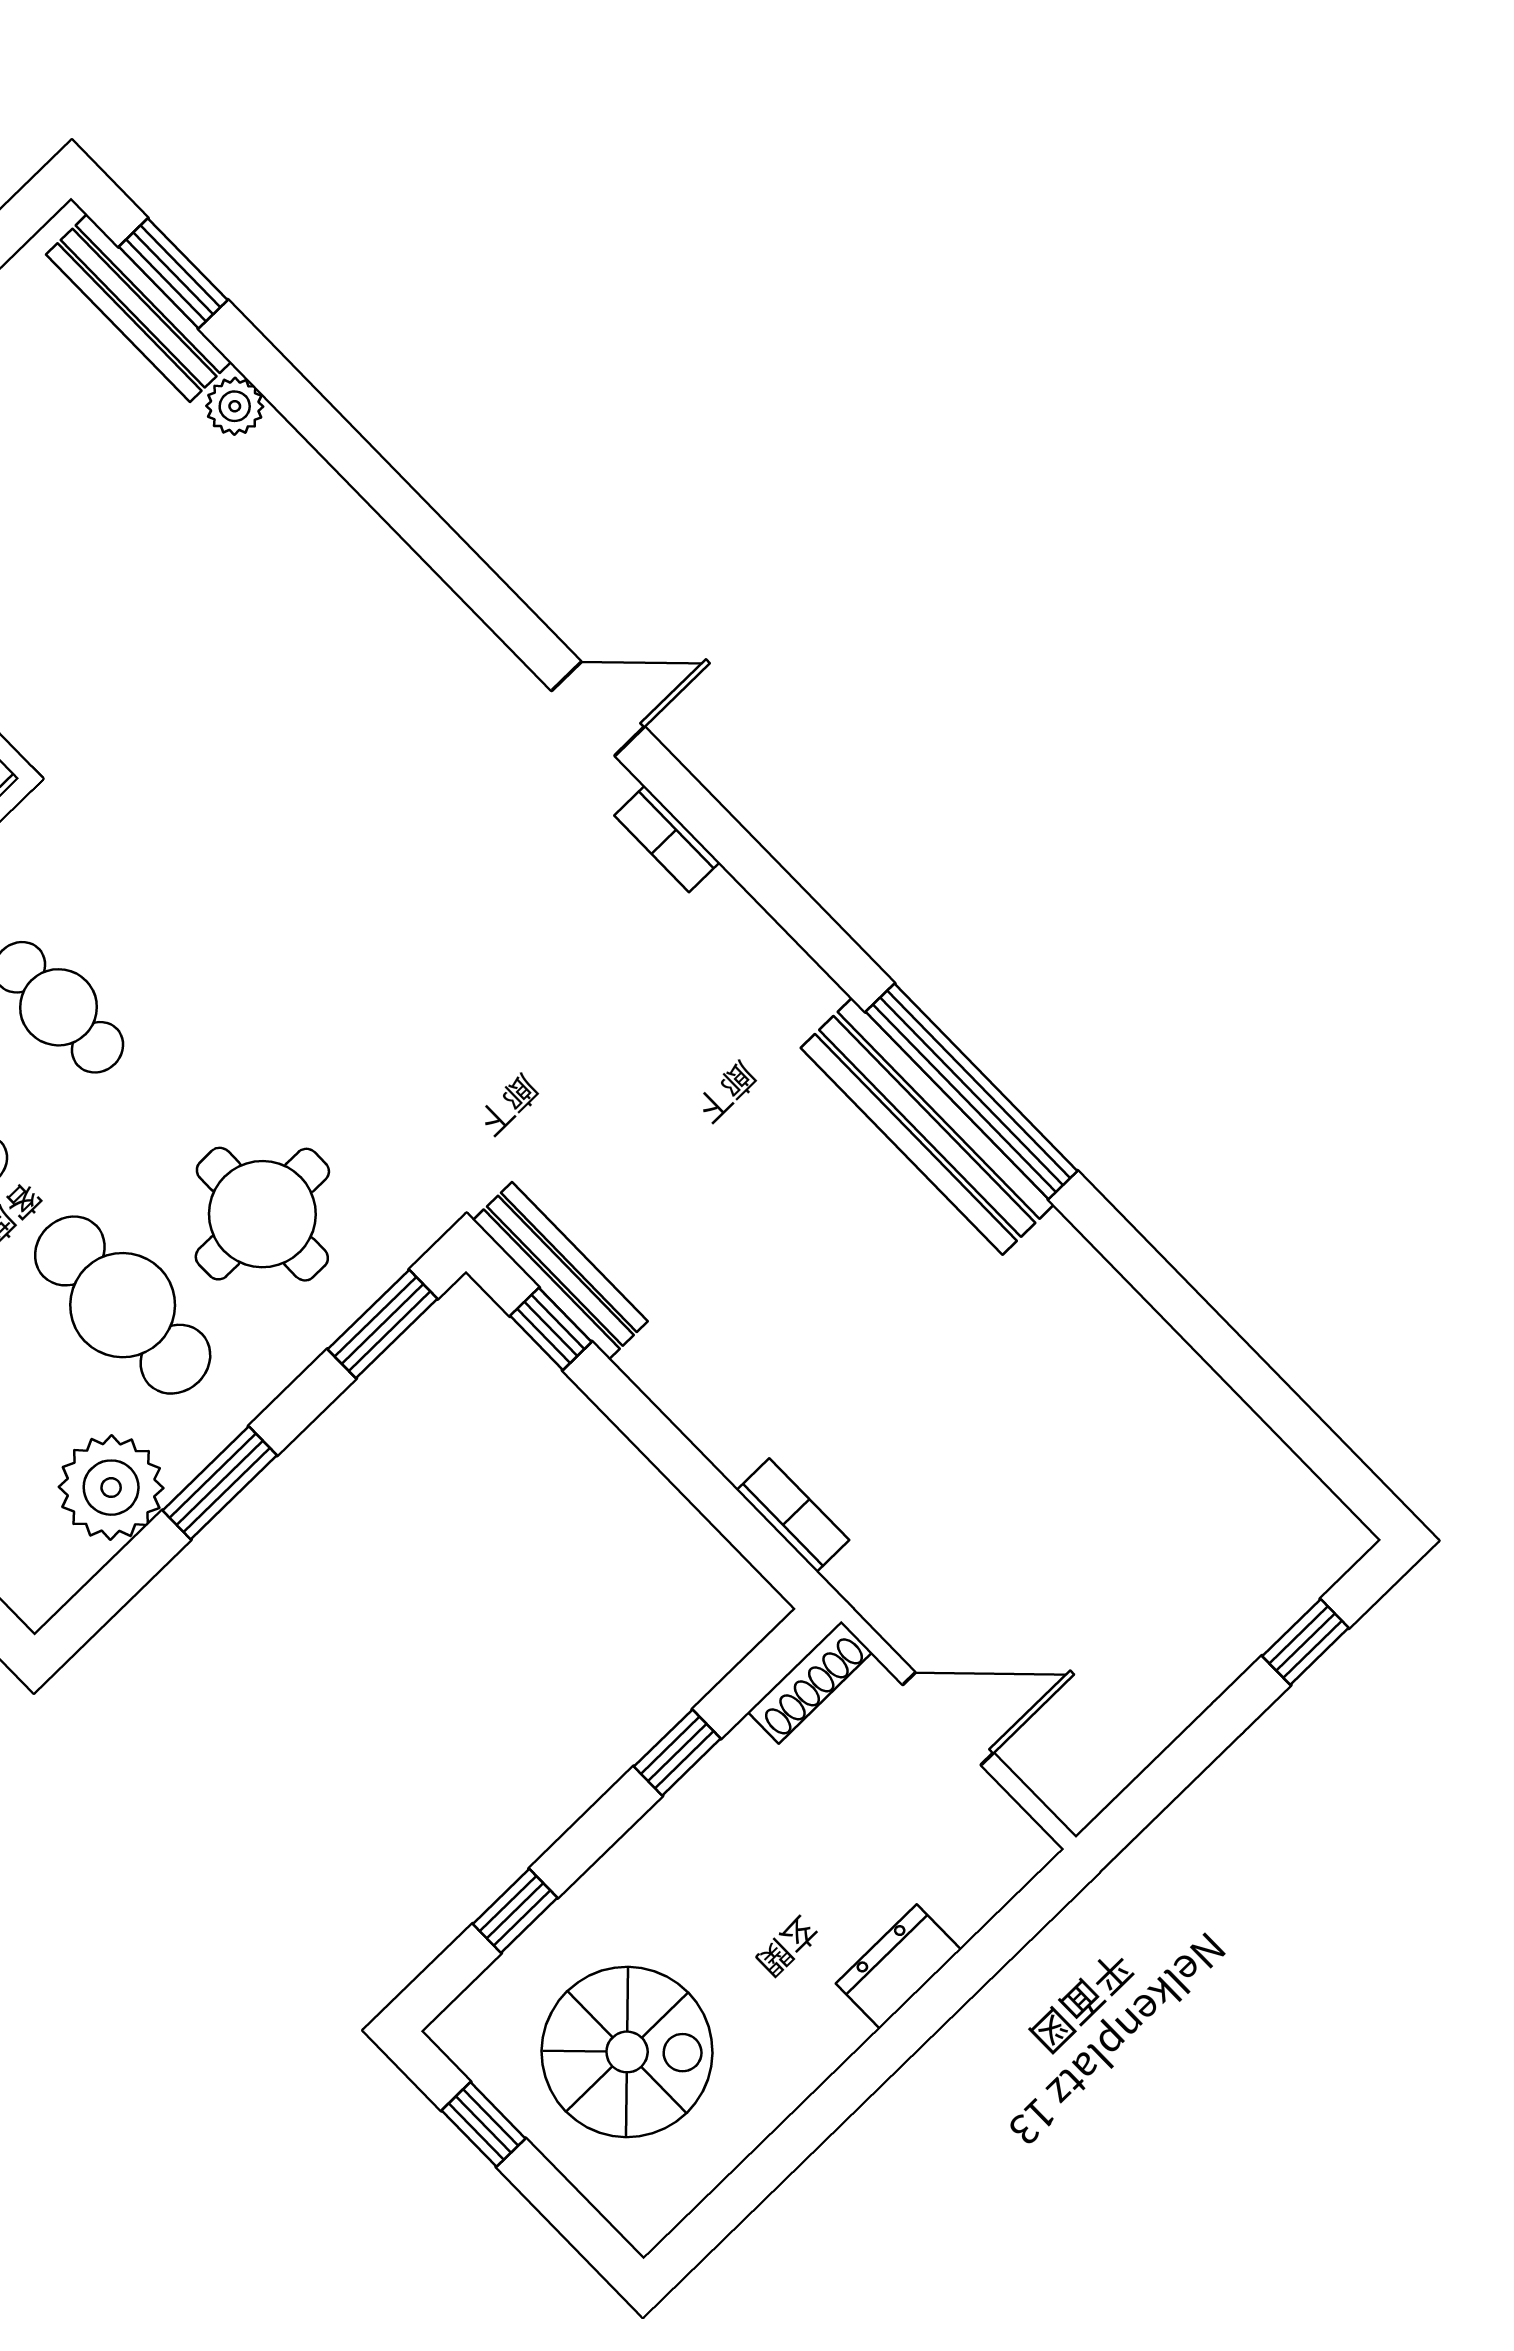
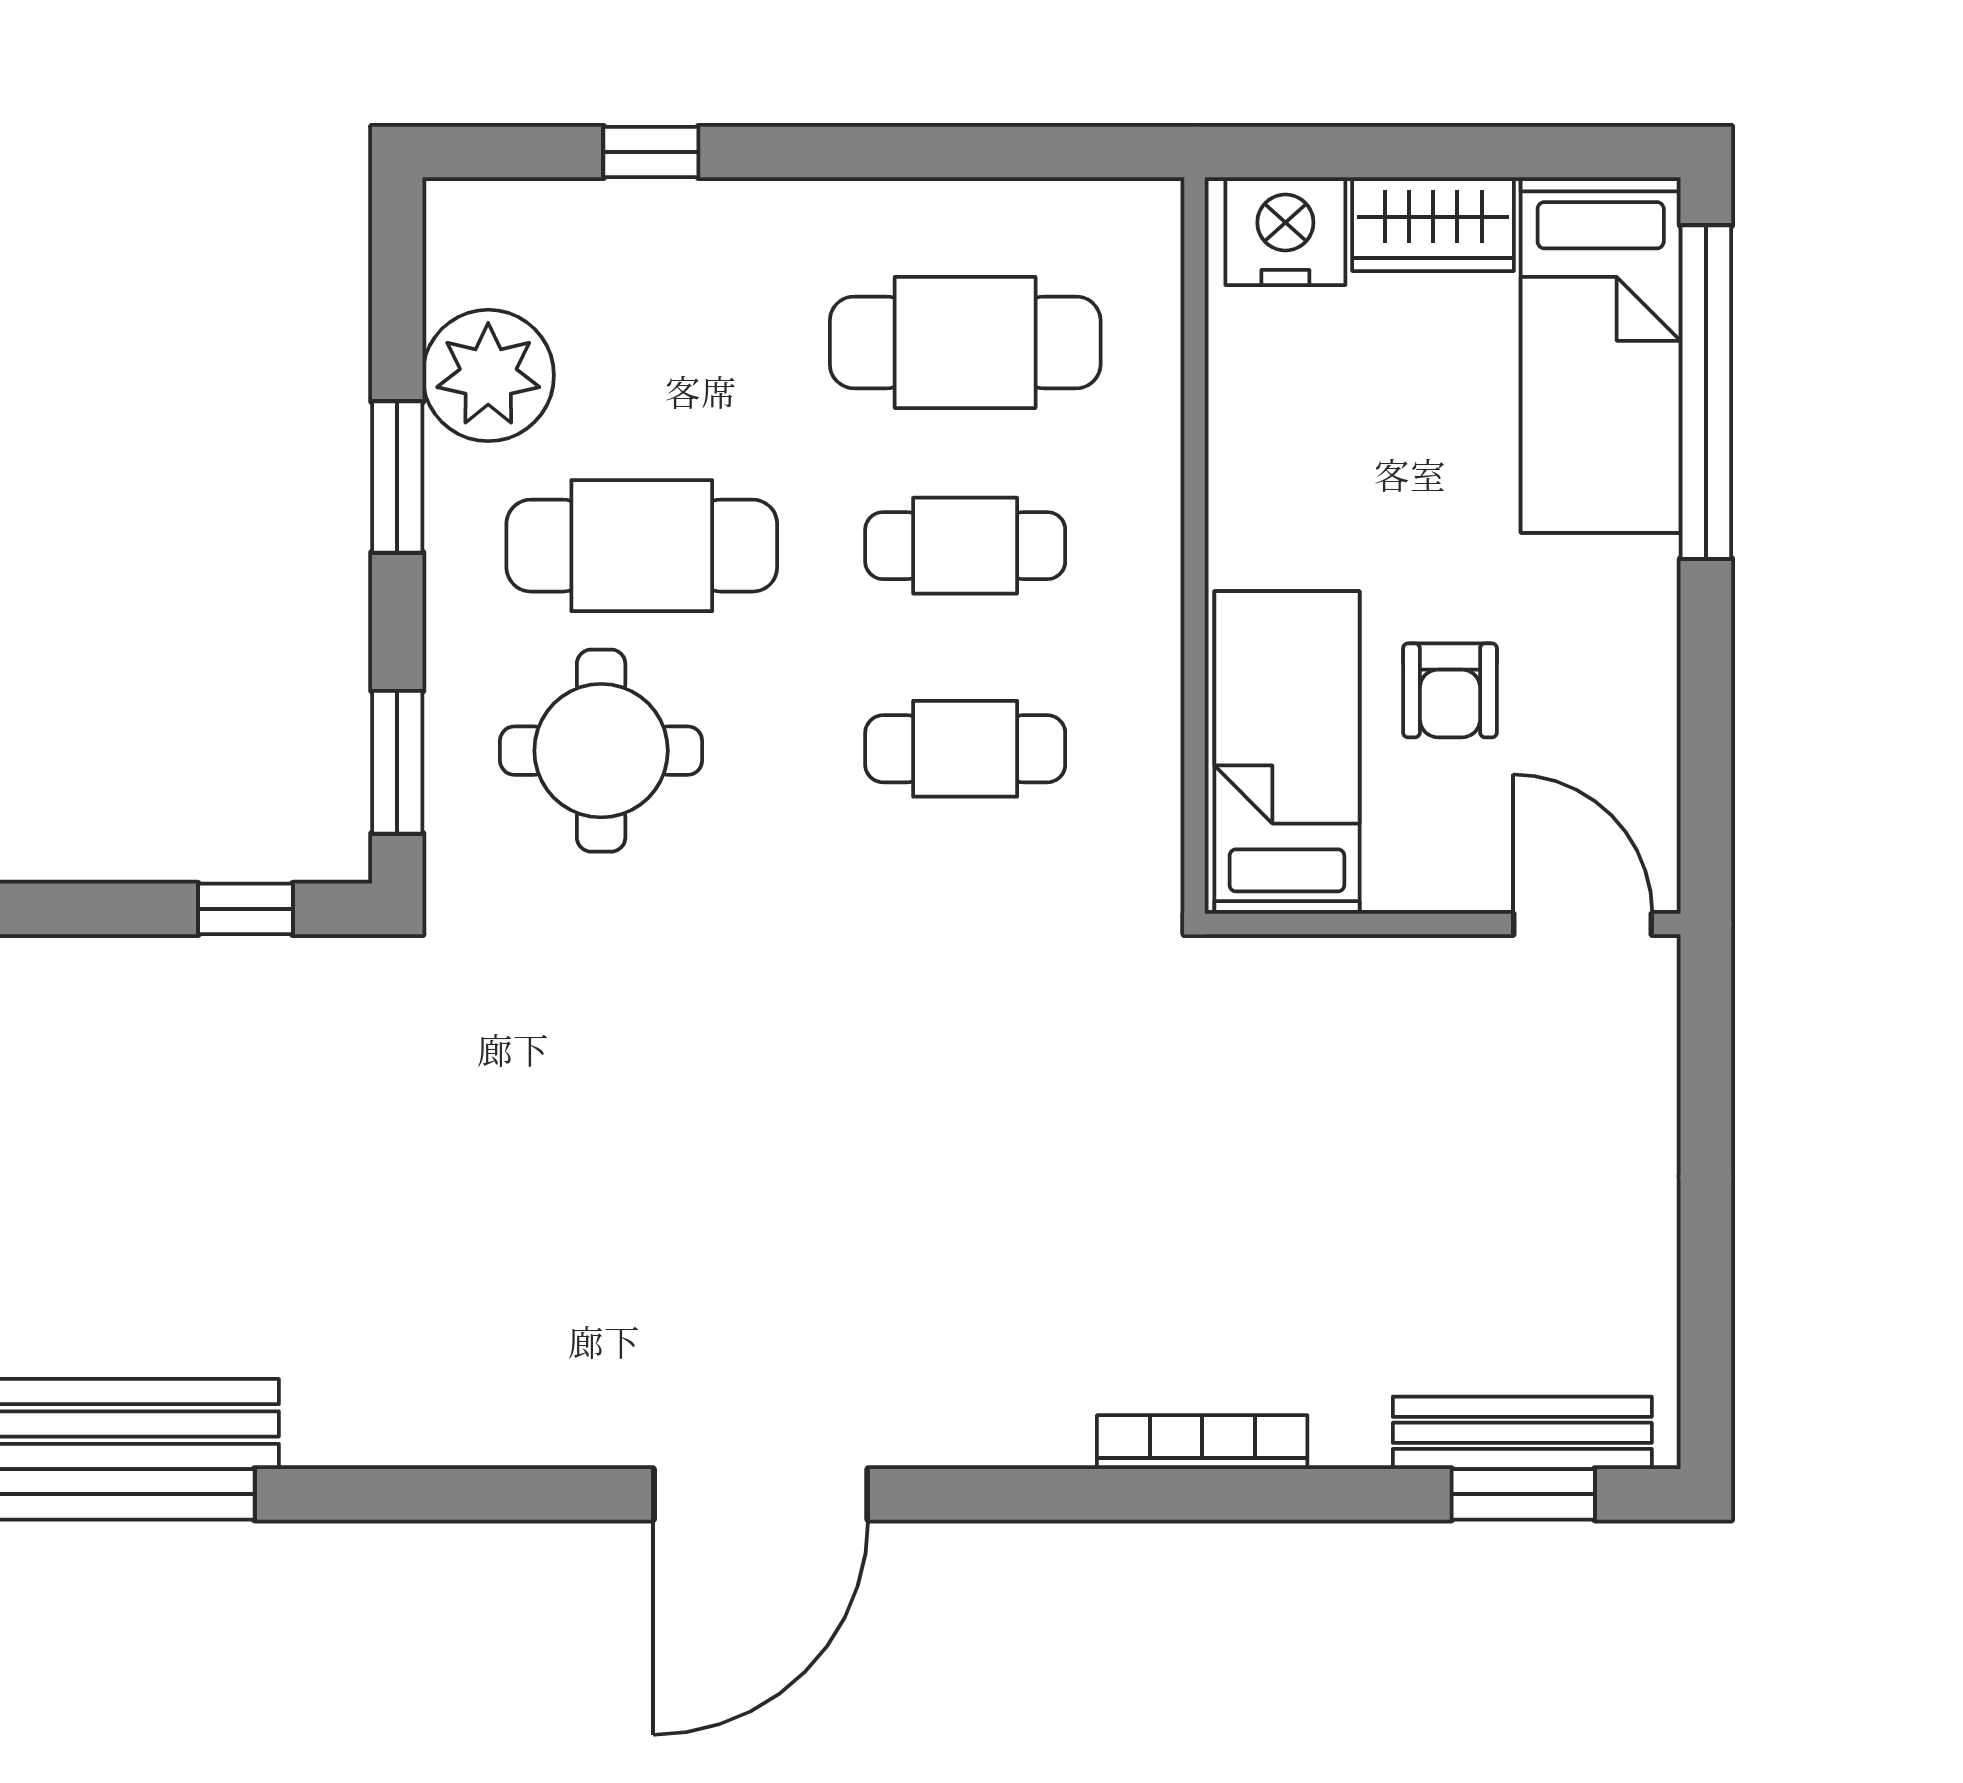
plant: (235, 406) -> (1350, 1433), removed
door: (598, 709) -> (761, 1494), width x1.87
bookcase: (667, 839) -> (1202, 1442), moved, width x1.56
bench: (560, 1271) -> (289, 968), removed

